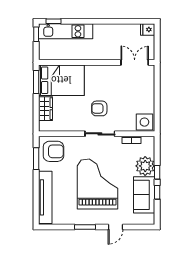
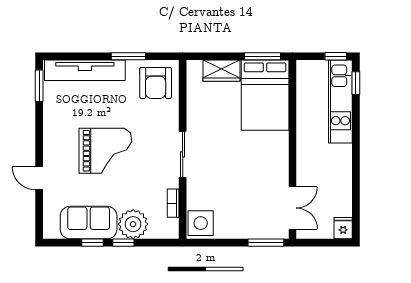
window: (157, 80) -> (266, 243), added
armchair: (99, 108) -> (222, 154), removed
window: (36, 159) -> (128, 56), moved
grand piano: (97, 184) -> (105, 151), width x0.73, depth x0.68
window: (85, 227) -> (39, 86), moved

